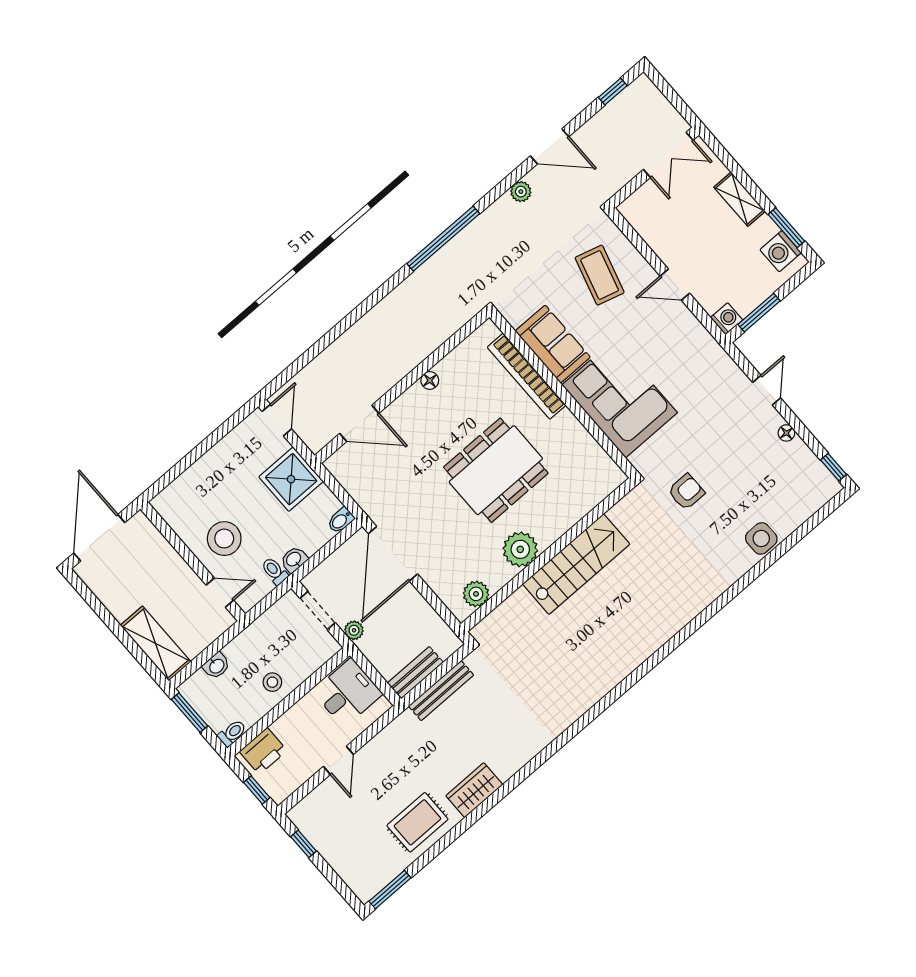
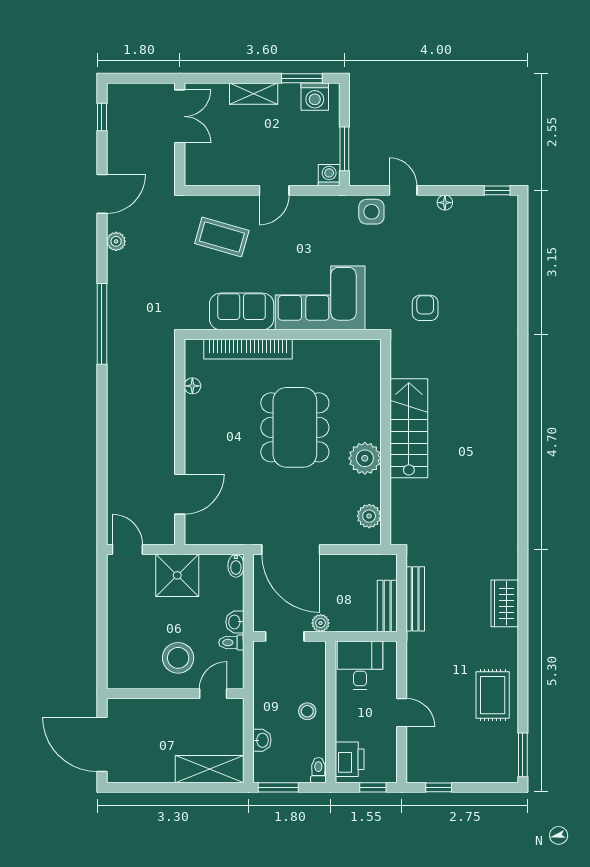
floor lamp: (430, 380) -> (192, 386), moved
side table: (761, 538) -> (371, 212), moved
wardrobe: (474, 790) -> (505, 603), moved

